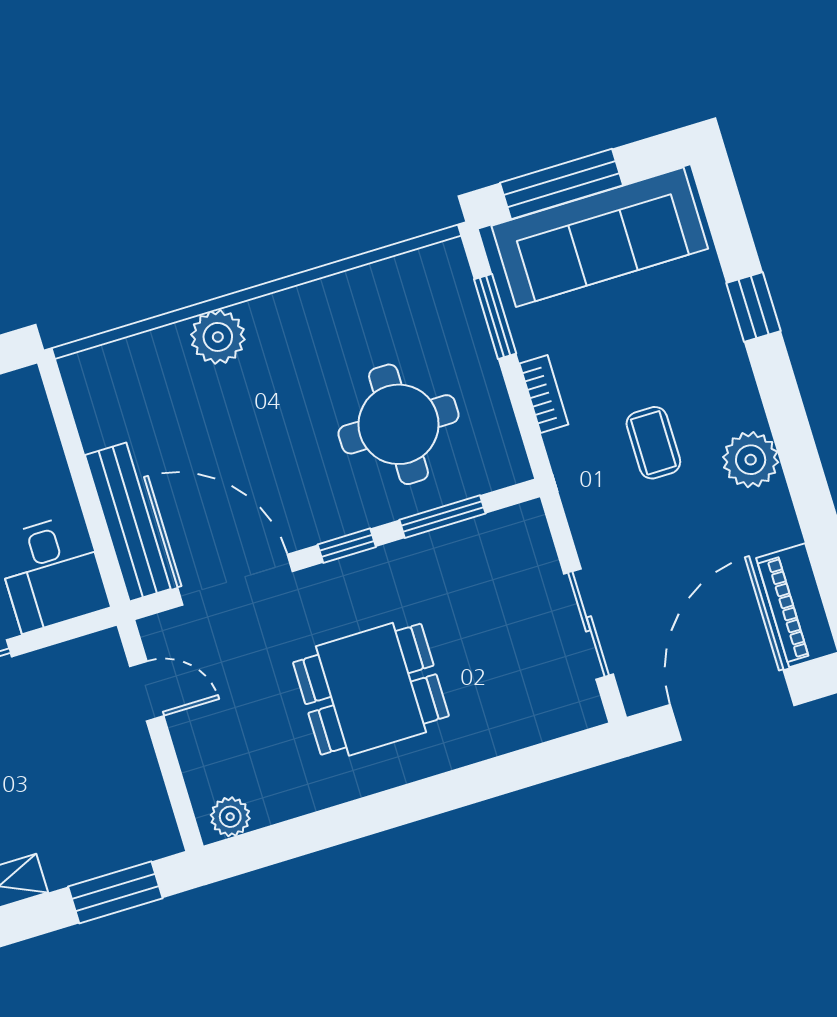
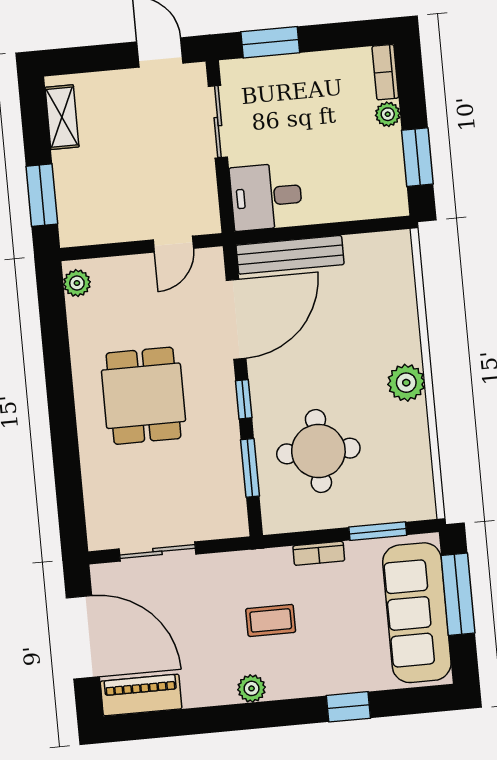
plant: (218, 337) -> (406, 383), moved
plant: (751, 460) -> (252, 688), width x0.73, depth x0.73

